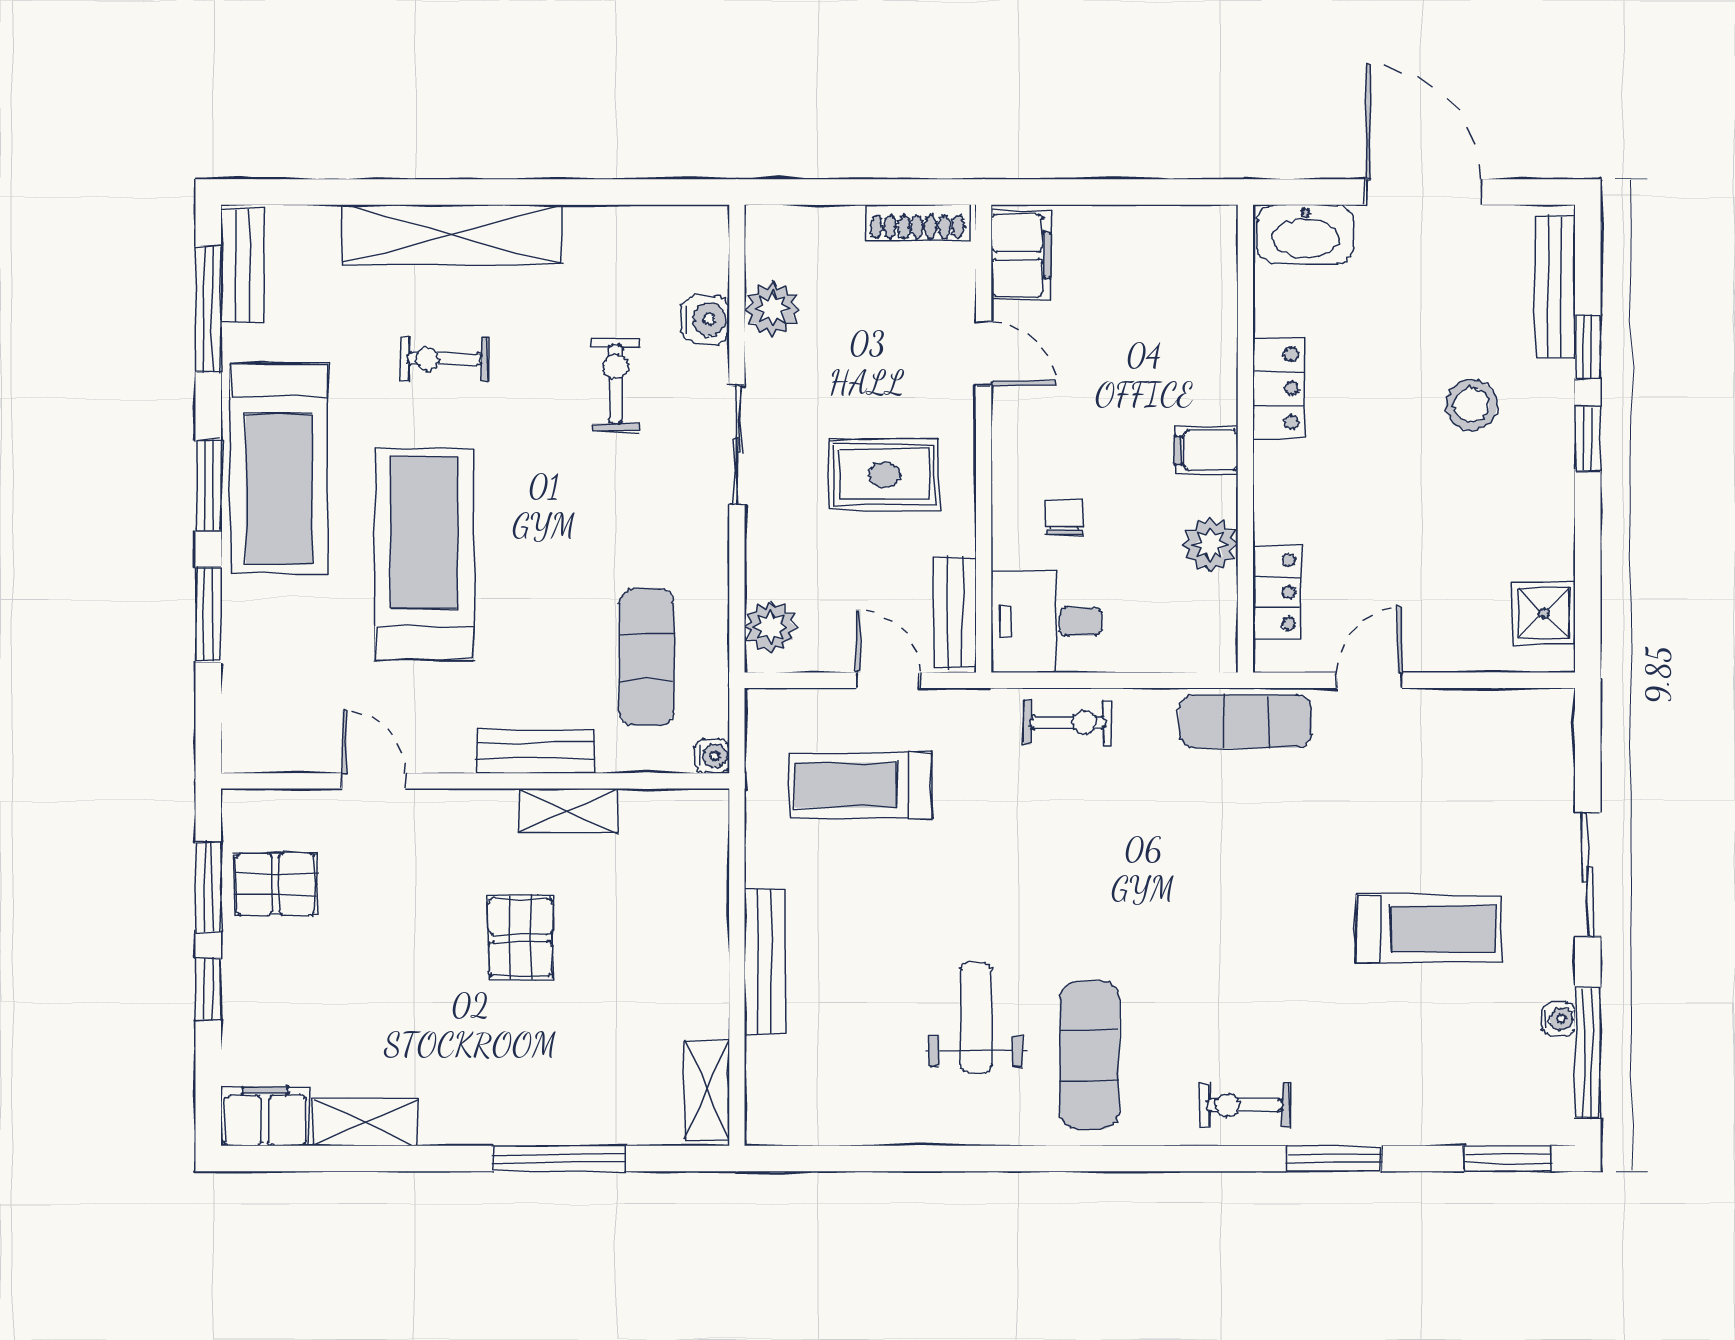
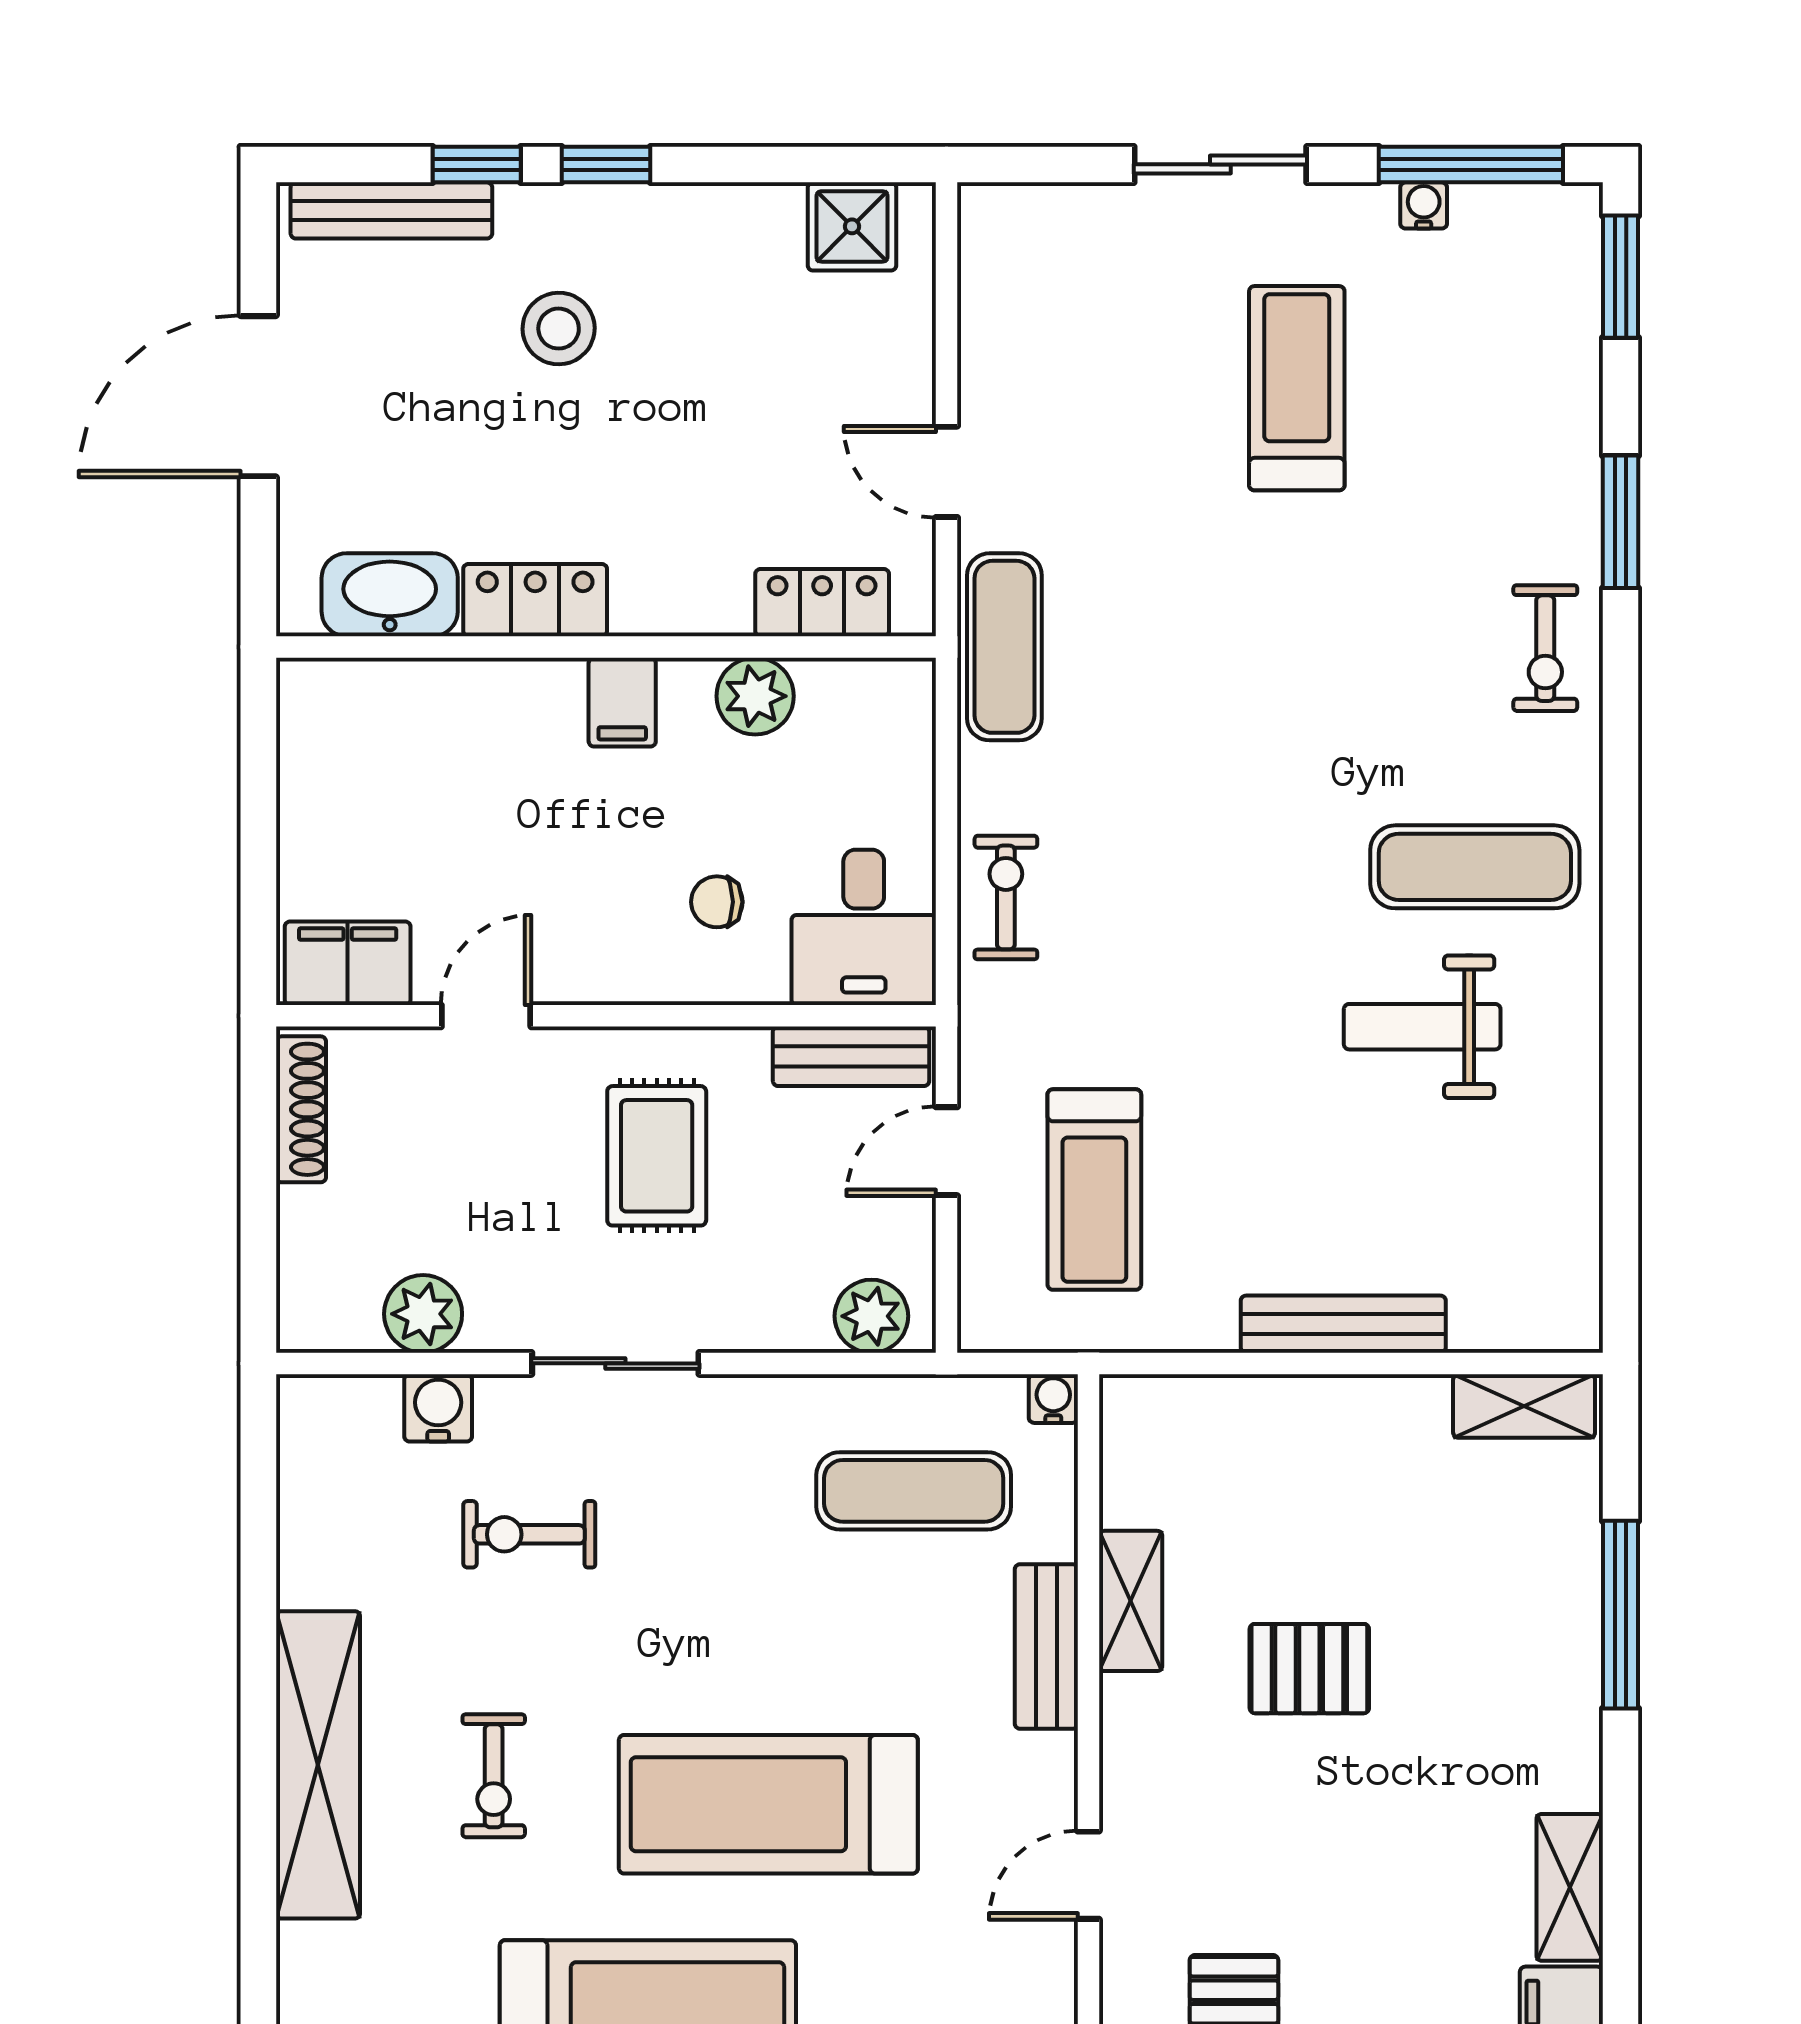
washbasin: (1305, 234) -> (390, 595), moved, turned -90

